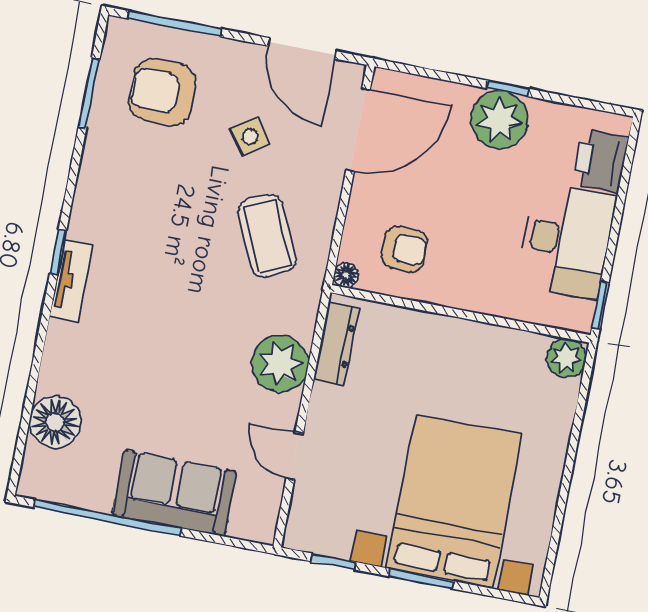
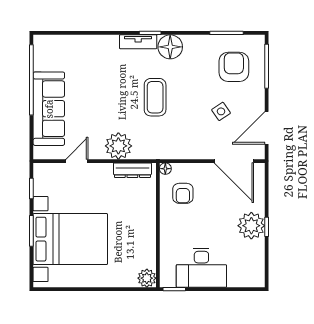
printer: (600, 161) -> (241, 276), removed
coffee table: (267, 235) -> (155, 97), moved, turned -65
floor lamp: (55, 422) -> (170, 47), moved
sofa: (175, 493) -> (49, 109), width x1.36

